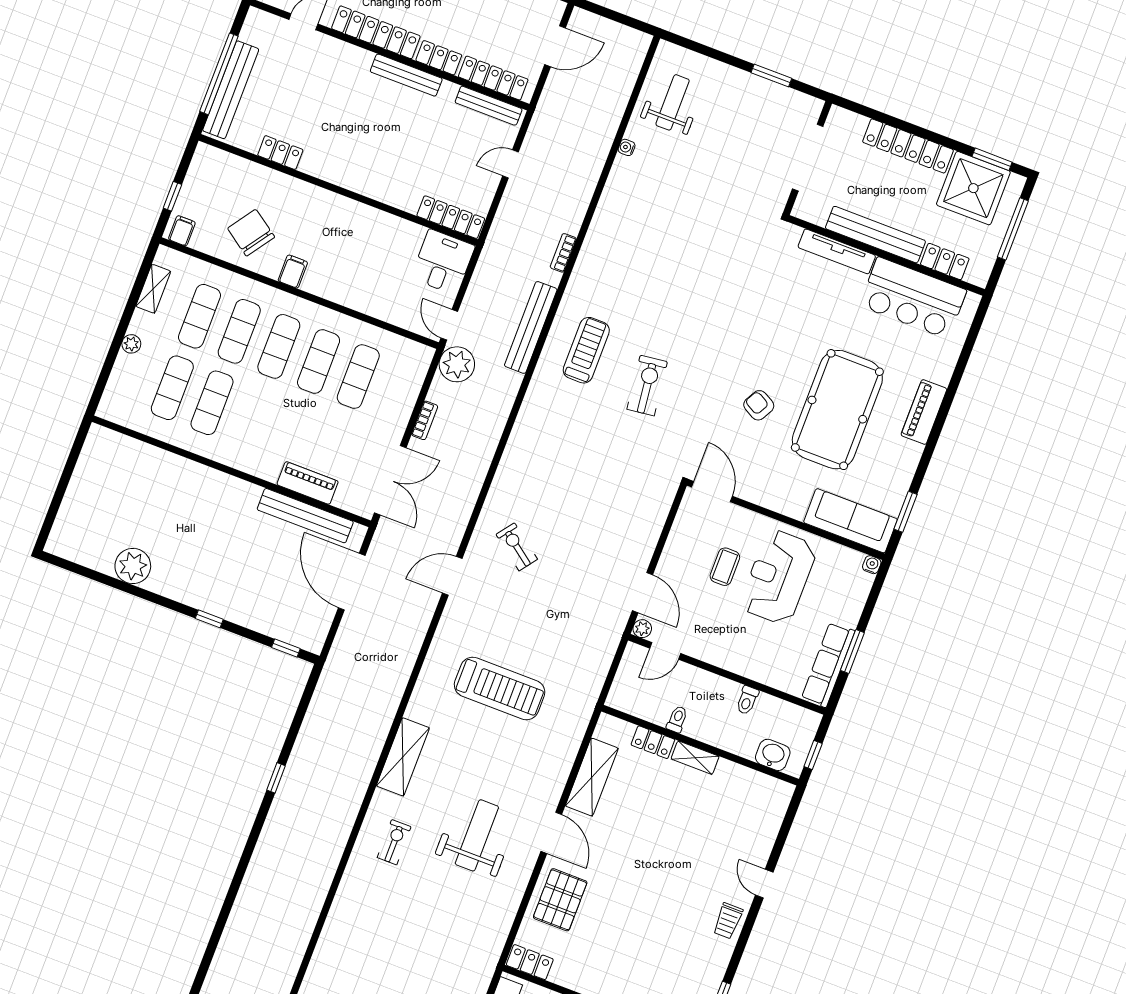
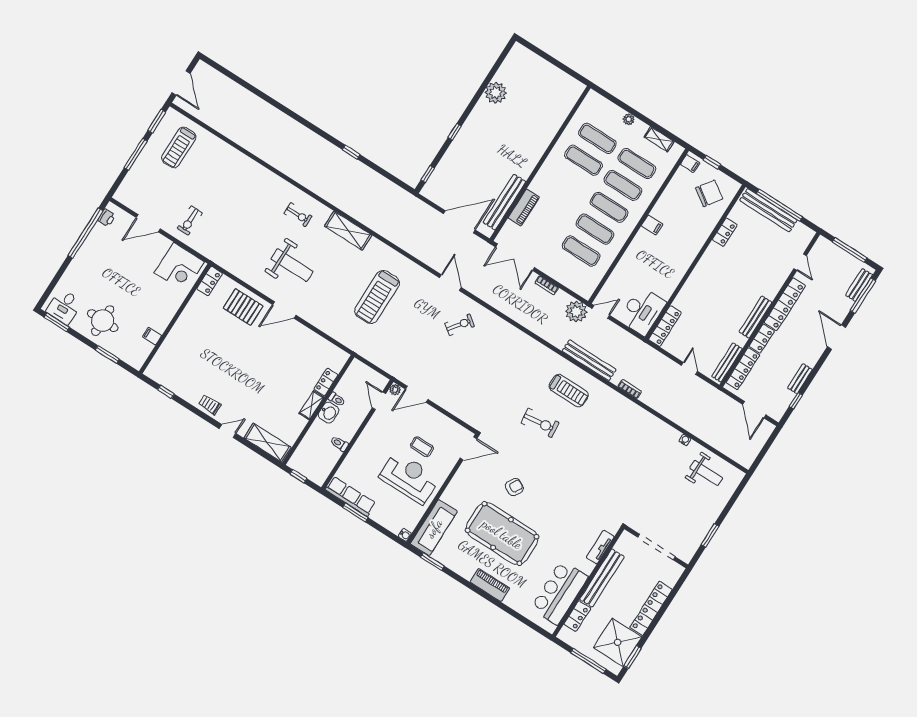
chair: (251, 233) -> (709, 193), moved
tv unit: (837, 251) -> (600, 547), width x0.71
desk: (443, 262) -> (642, 311), width x1.37
washbasin: (773, 755) -> (329, 413), moved
shelving: (592, 777) -> (267, 443), moved

